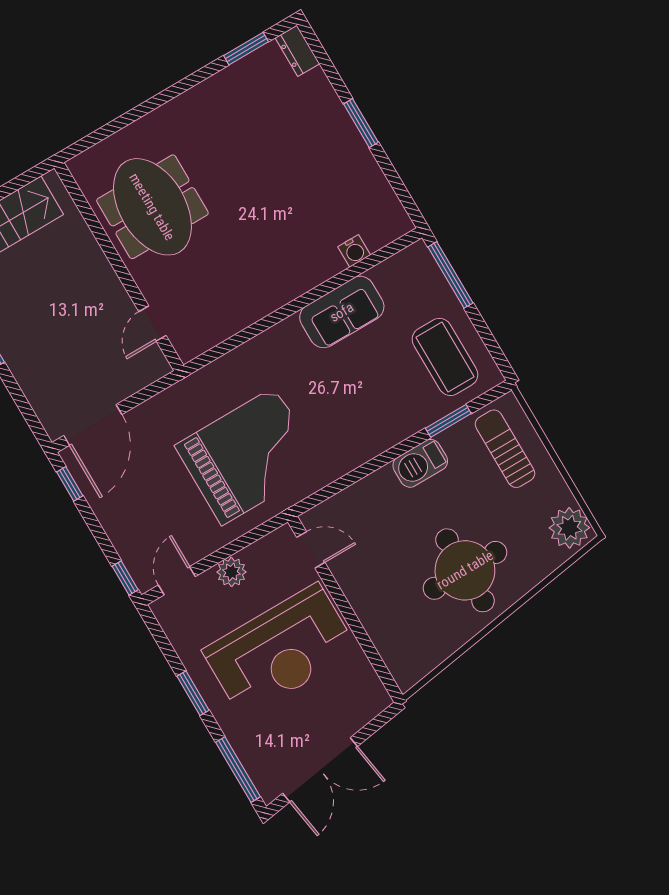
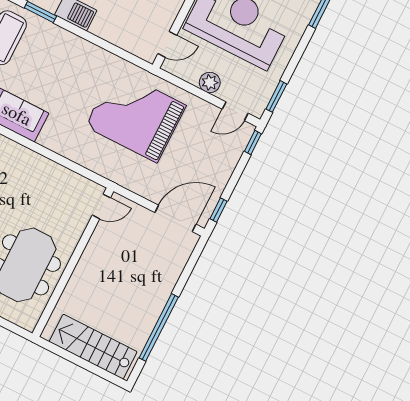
door: (153, 324) -> (101, 206), moved
door: (311, 550) -> (167, 44), swing flipped
window: (193, 693) -> (276, 96), moved

